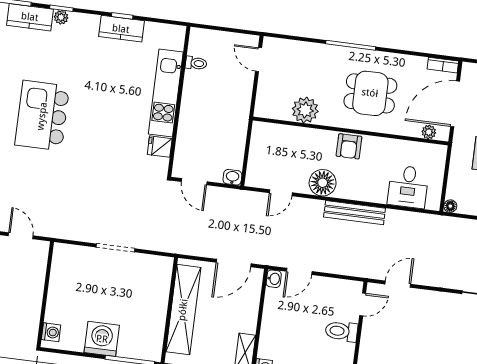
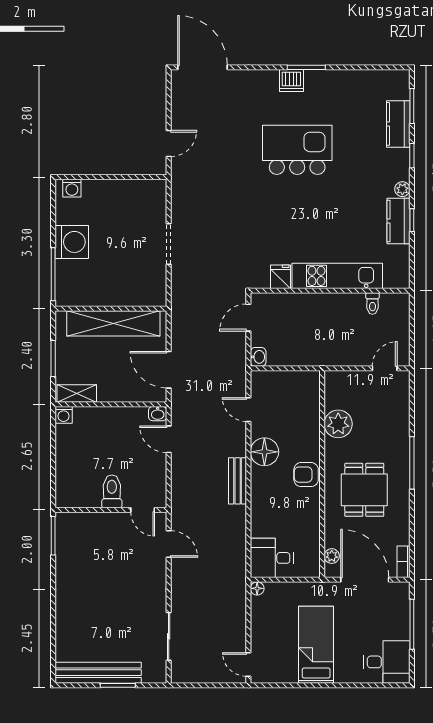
plant: (61, 17) -> (402, 189), moved
desk: (408, 187) -> (272, 558), moved
bench: (355, 213) -> (238, 481), width x0.73

